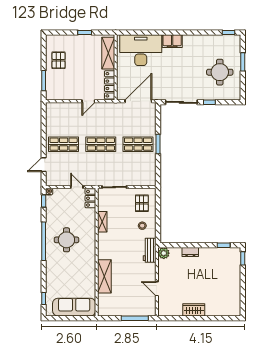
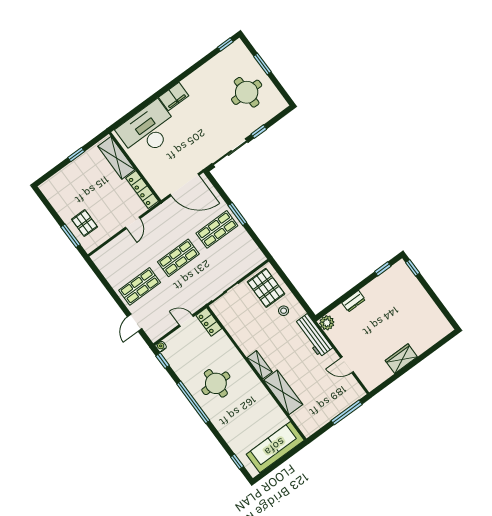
pallet: (59, 60) -> (85, 223), moved
door: (138, 101) -> (184, 185), swing flipped
pallet: (142, 203) -> (266, 288), width x1.50, depth x1.42
shelving: (102, 222) -> (260, 365), moved
workbench: (150, 250) -> (313, 335), width x1.38

